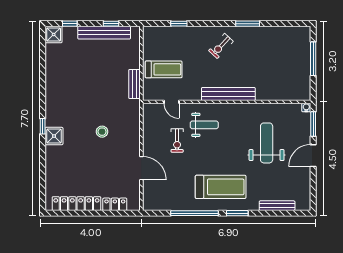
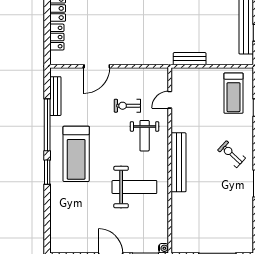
treadmill: (164, 69) -> (233, 93), moved
stool: (102, 132) -> (137, 23), removed
weight bench: (267, 143) -> (134, 187), moved
bench: (277, 206) -> (55, 96), moved

